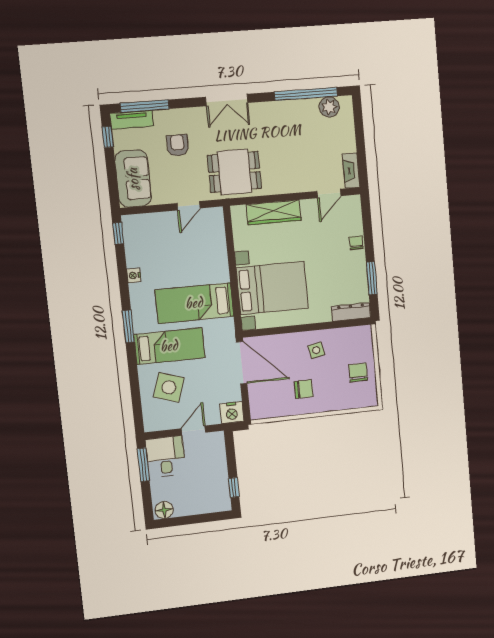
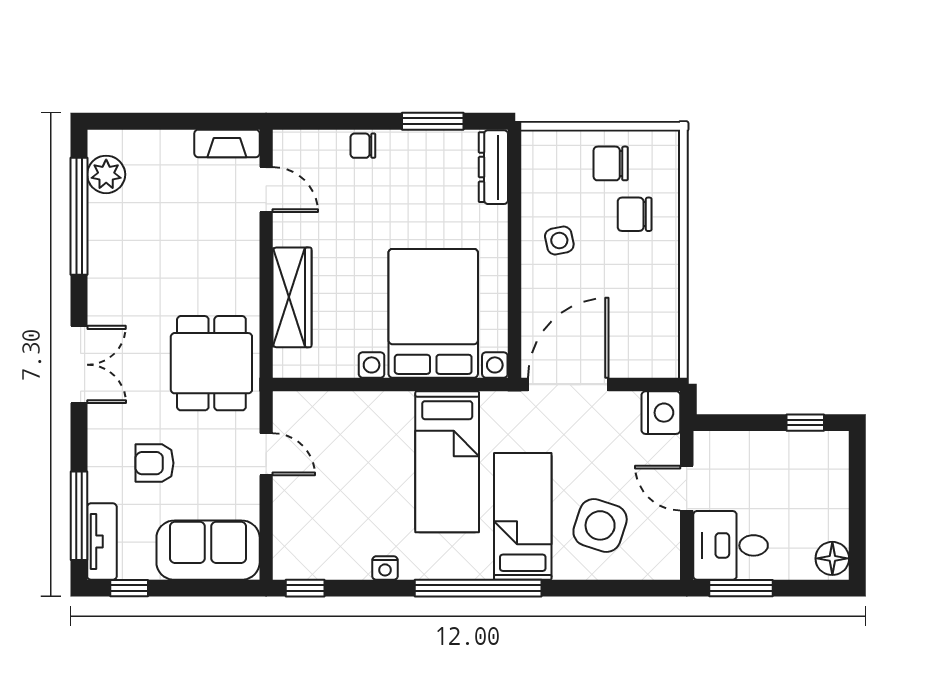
window: (128, 326) -> (478, 588), width x2.11
chair: (304, 389) -> (635, 214), moved, turned -90

